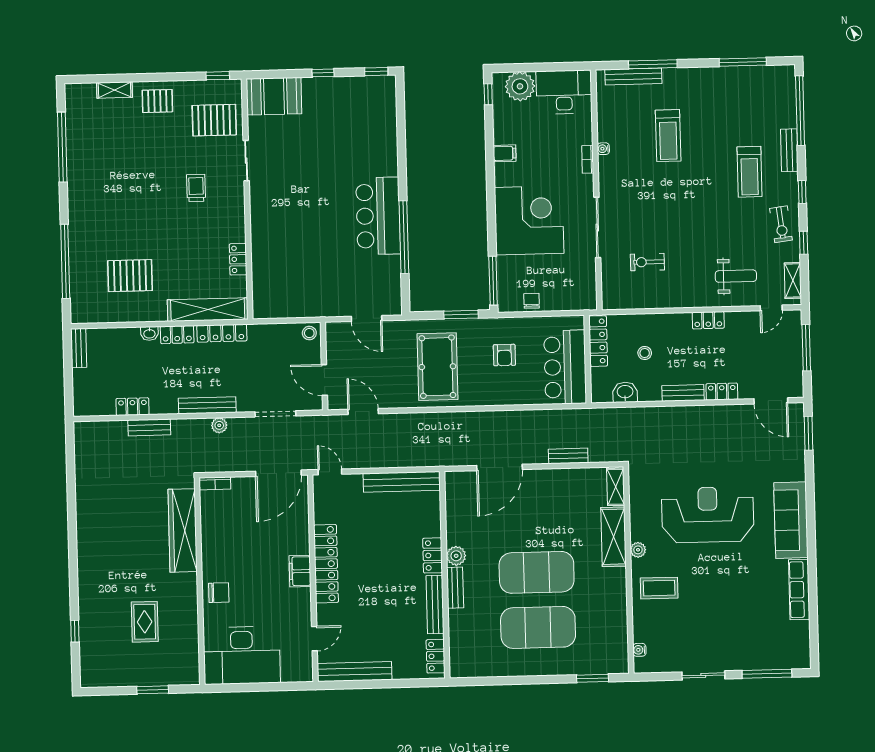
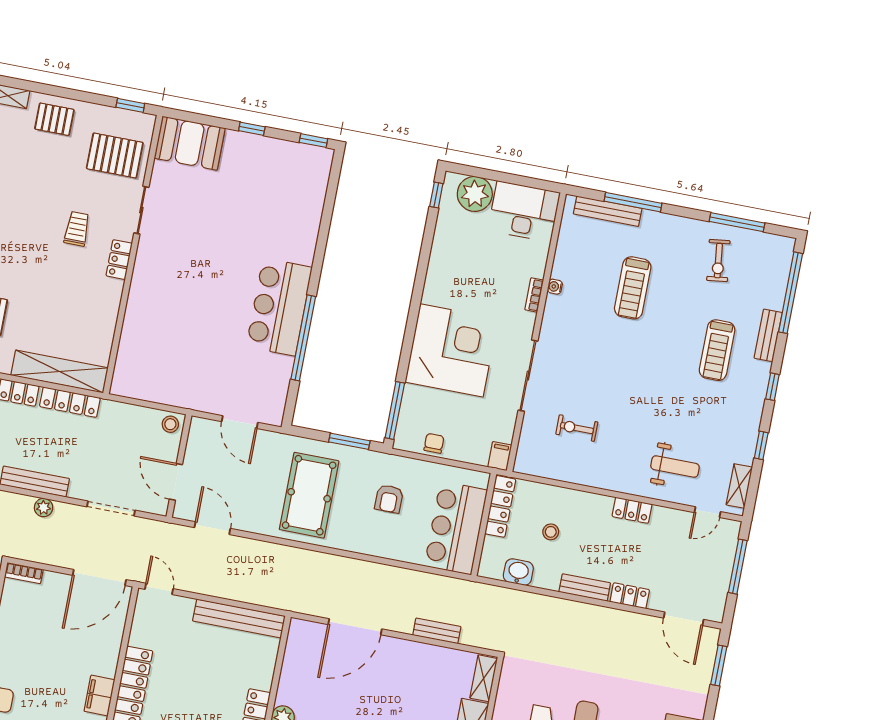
filing cabinet: (505, 153) -> (500, 456), moved, turned -90
exercise bike: (781, 224) -> (718, 261), moved
locker: (238, 259) -> (119, 260), moved

